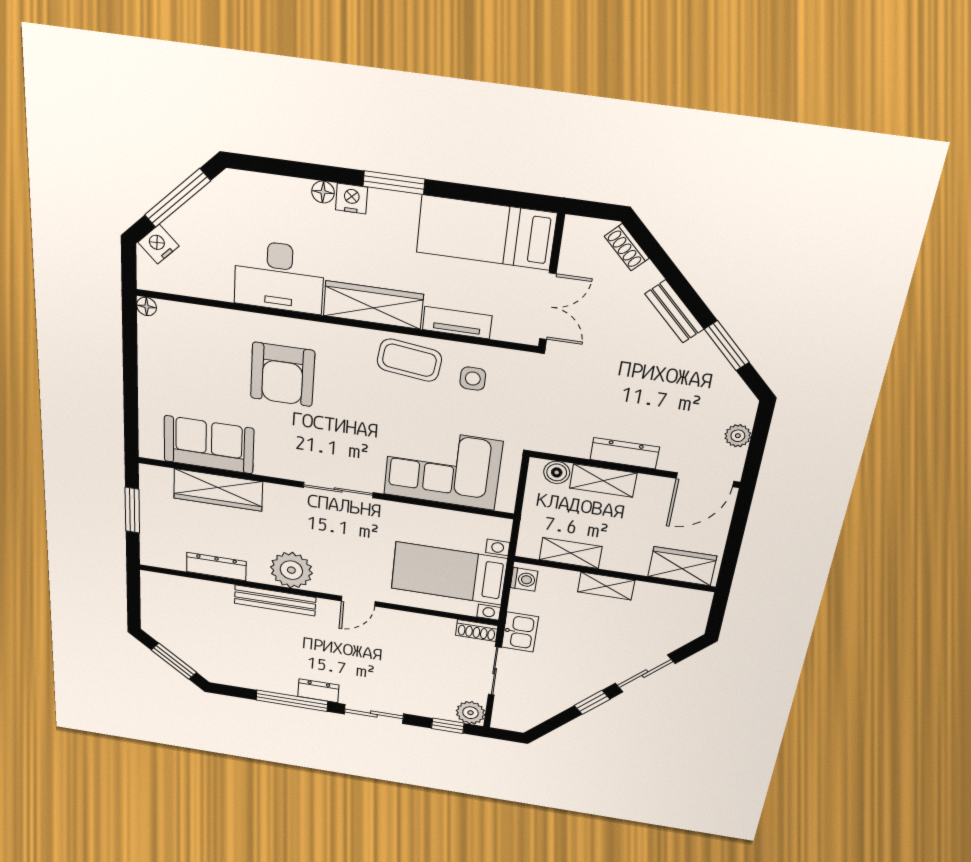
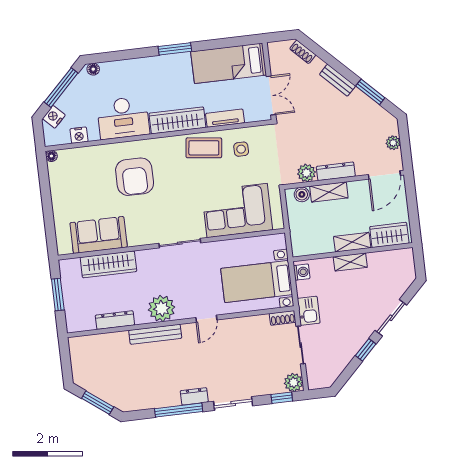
floor lamp: (323, 192) -> (93, 69), moved
nightstand: (352, 199) -> (79, 135), moved, turned 180
plant: (574, 443) -> (306, 173), added
shelving: (571, 553) -> (352, 242), moved

